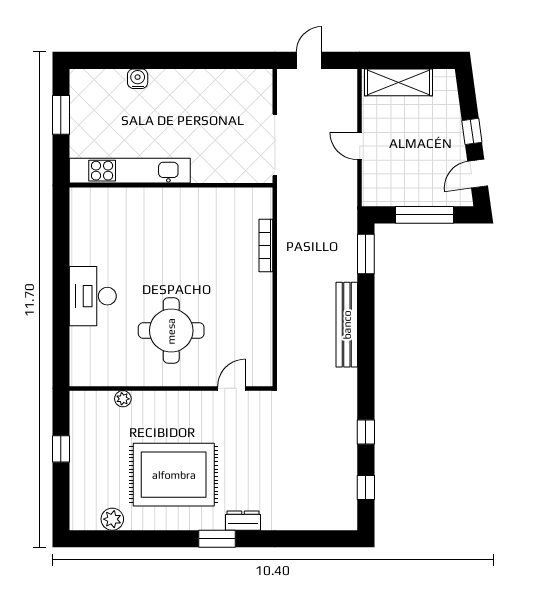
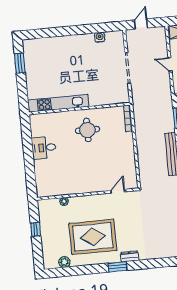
water cooler: (138, 79) -> (100, 37), moved
kitchen unit: (130, 171) -> (58, 103), moved
wall: (171, 185) -> (79, 109), moved
desk: (93, 296) -> (44, 148), width x0.73
round table: (171, 331) -> (87, 130), moved, width x0.73, depth x0.73

